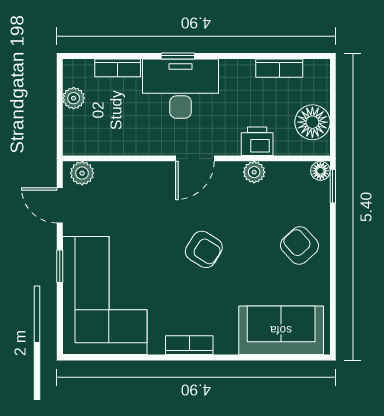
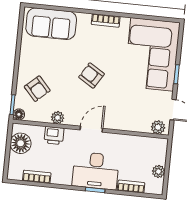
armchair: (300, 245) -> (37, 89), moved

